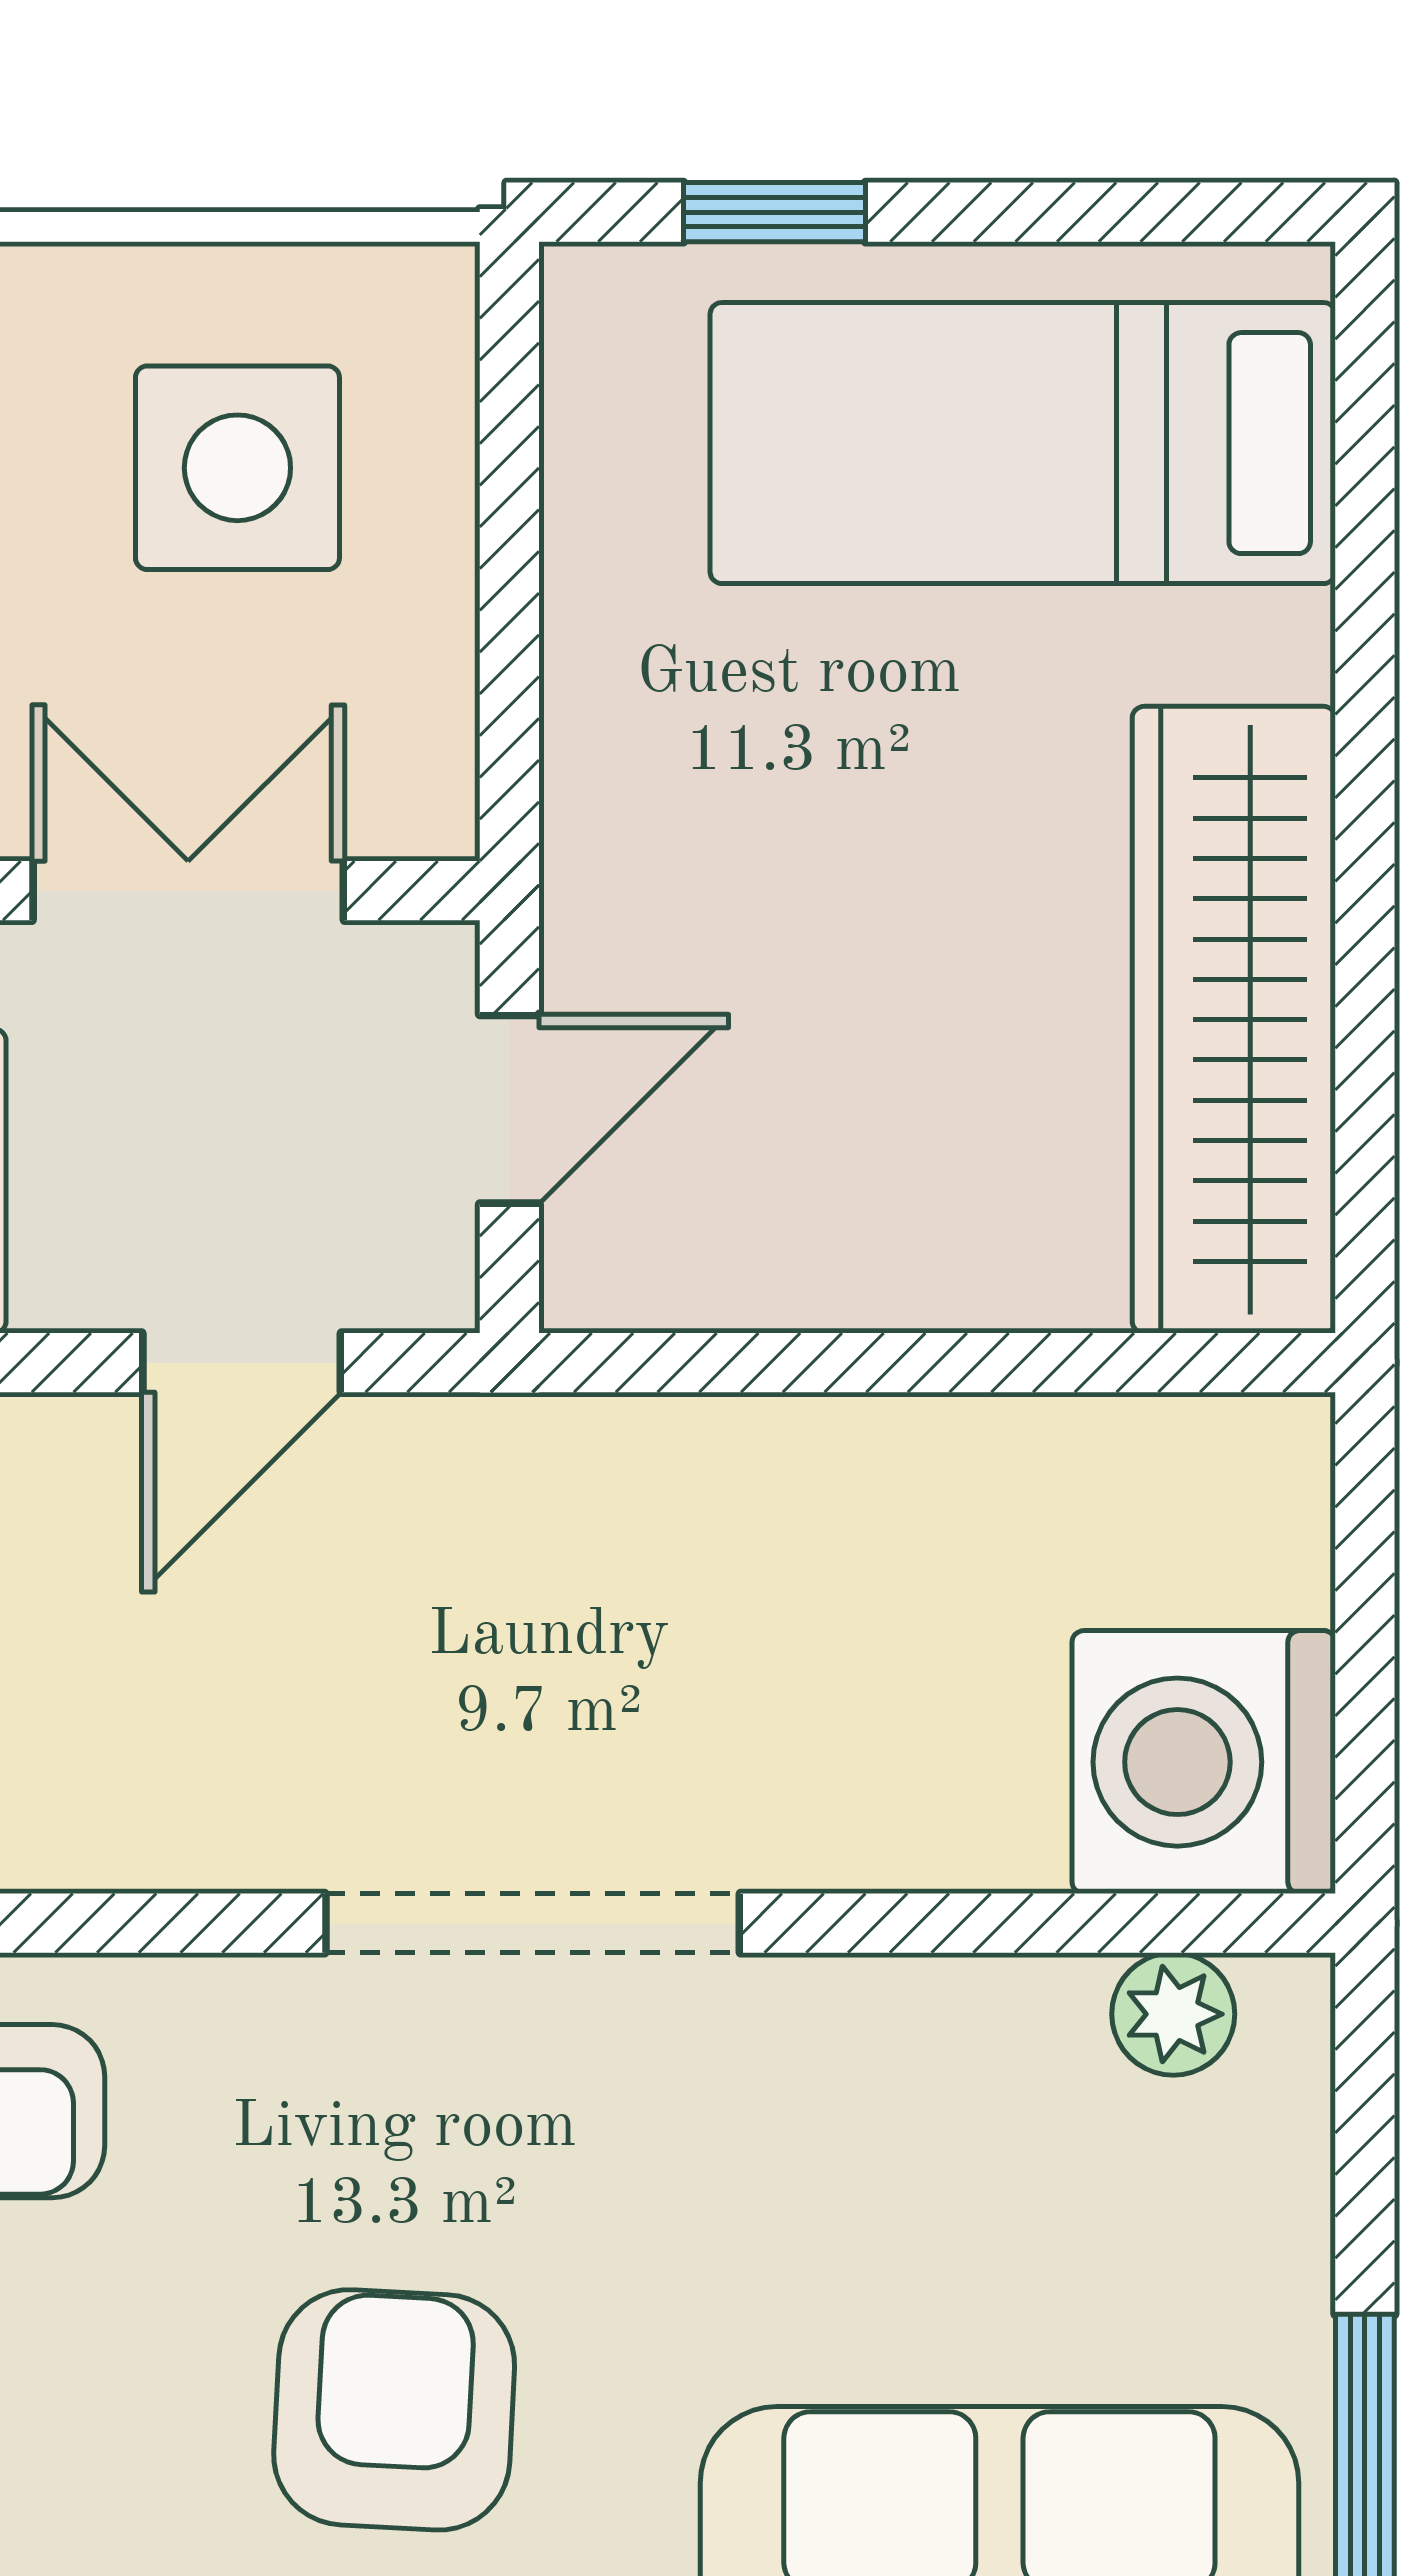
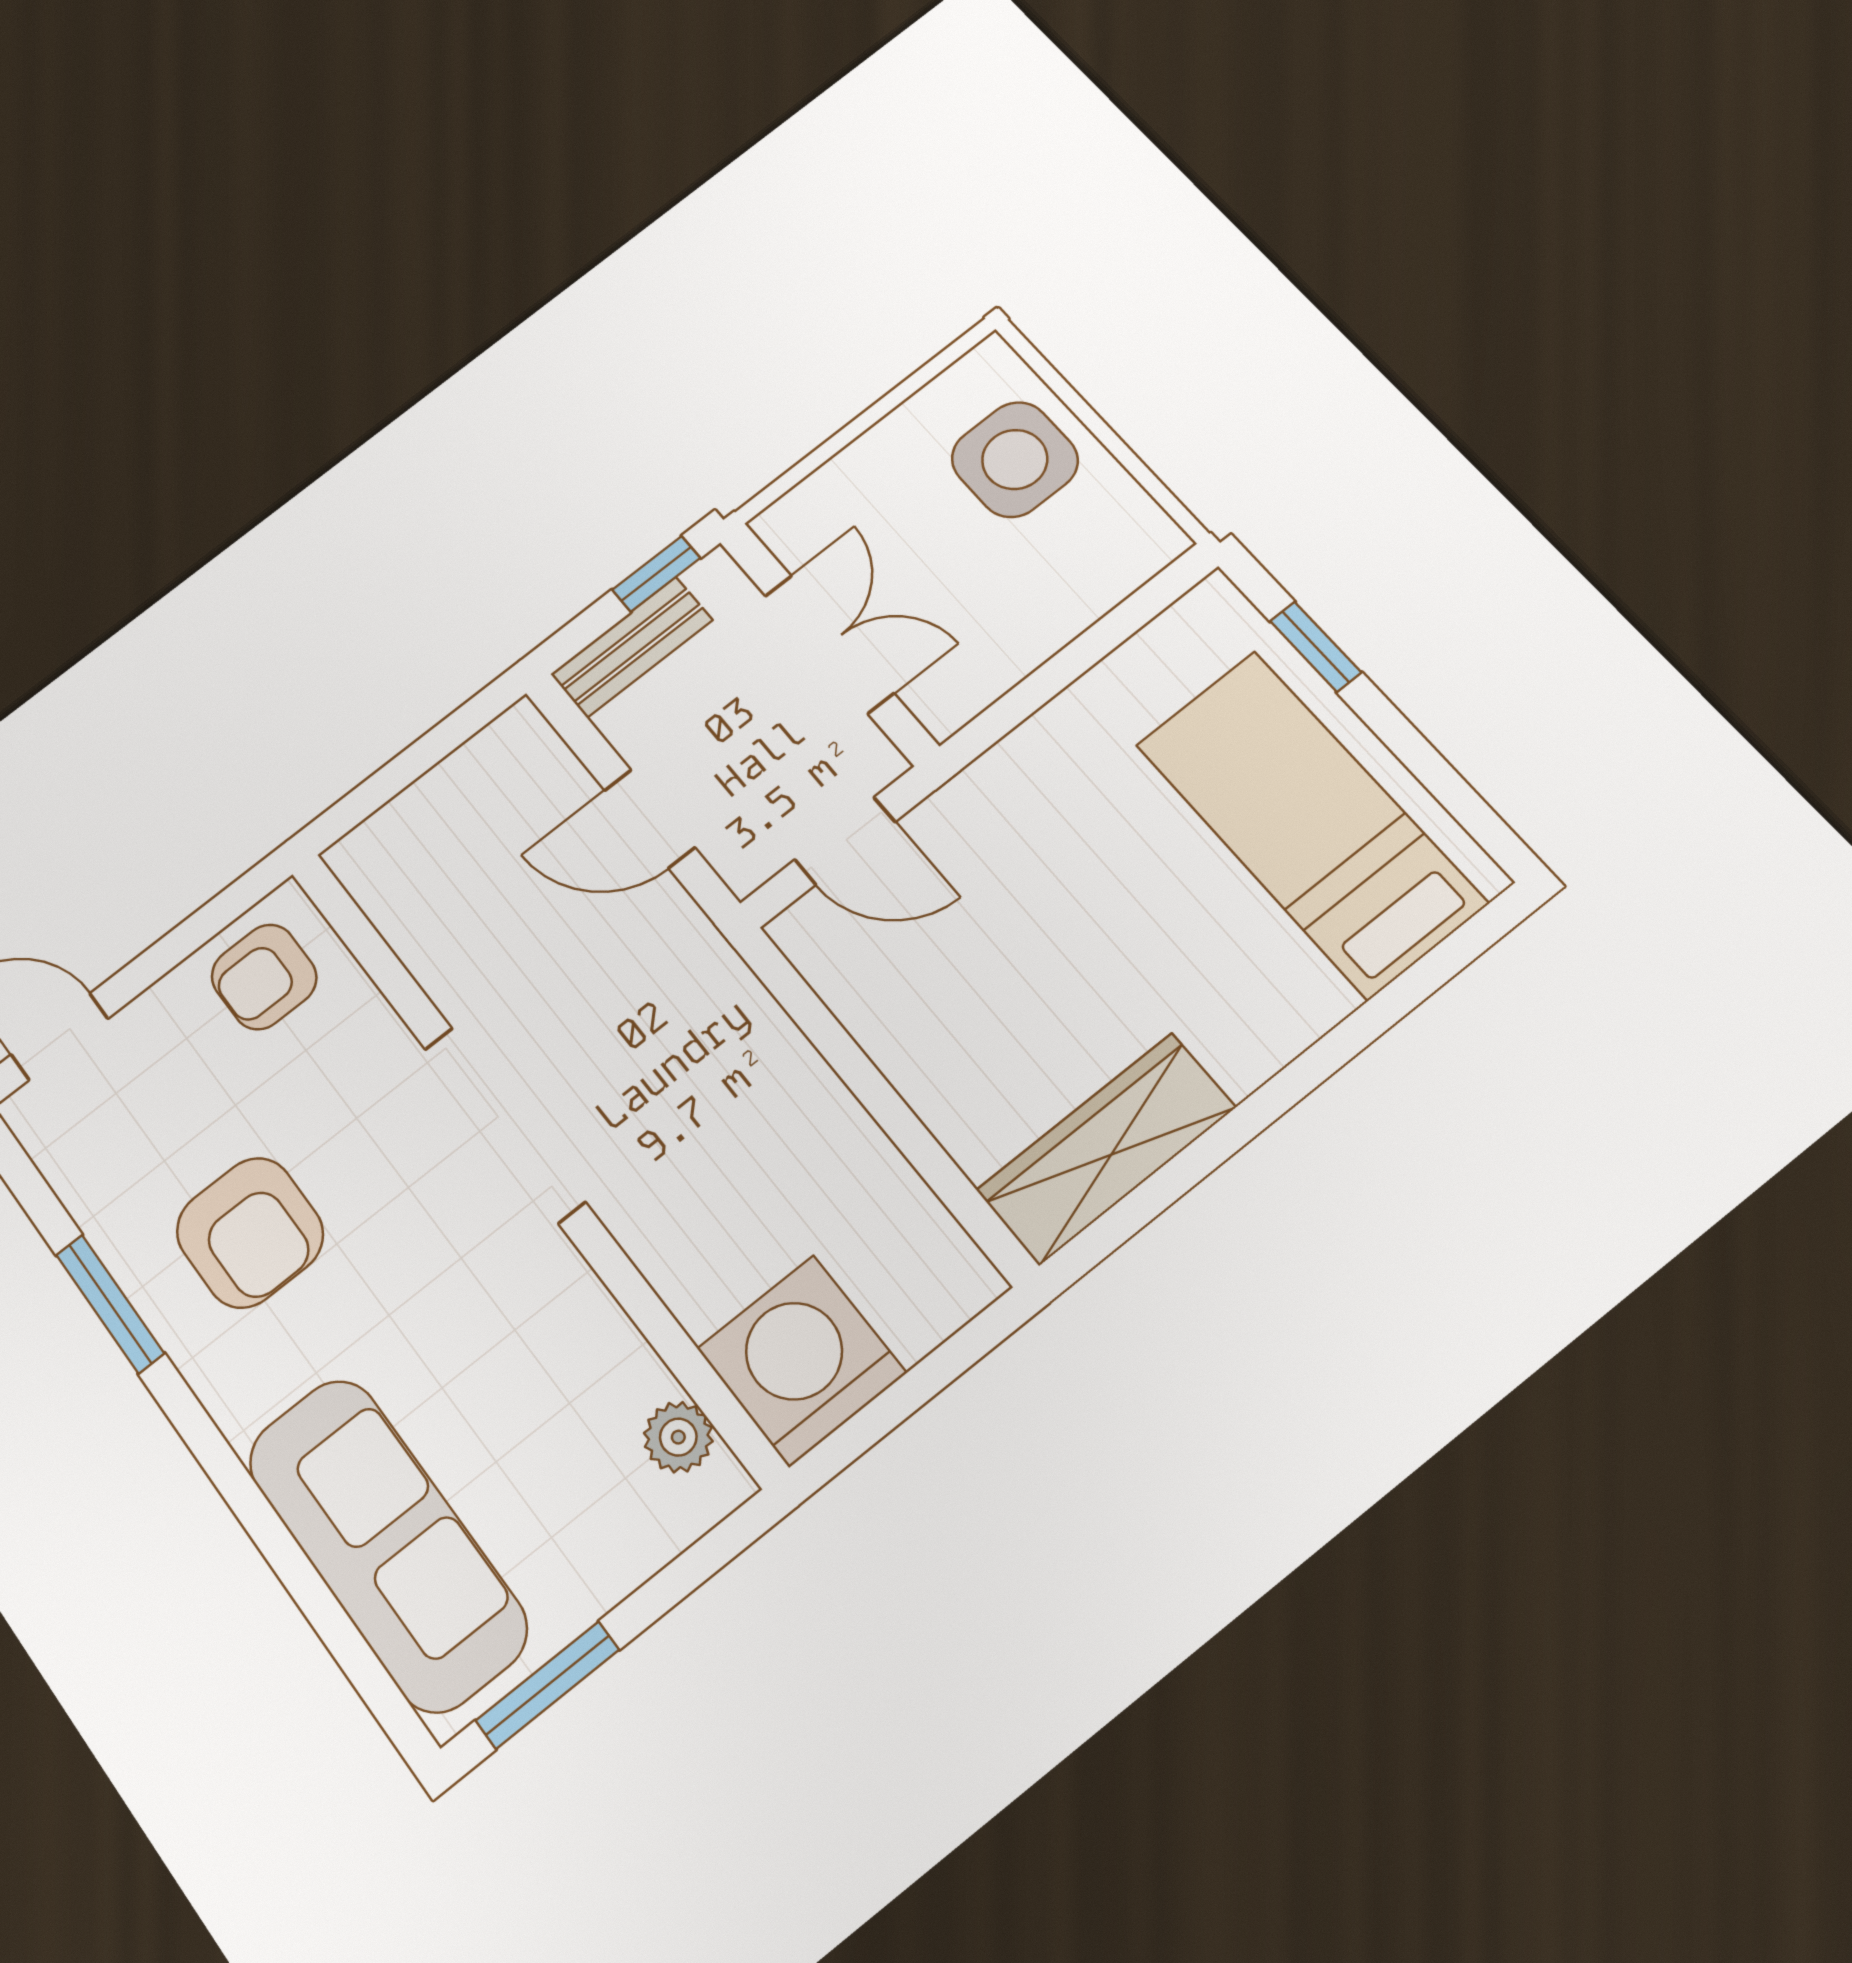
side table: (237, 468) -> (1015, 460), moved
wardrobe: (1234, 1020) -> (1106, 1149), width x0.71, depth x0.85
armchair: (394, 2410) -> (250, 1233), turned 87

